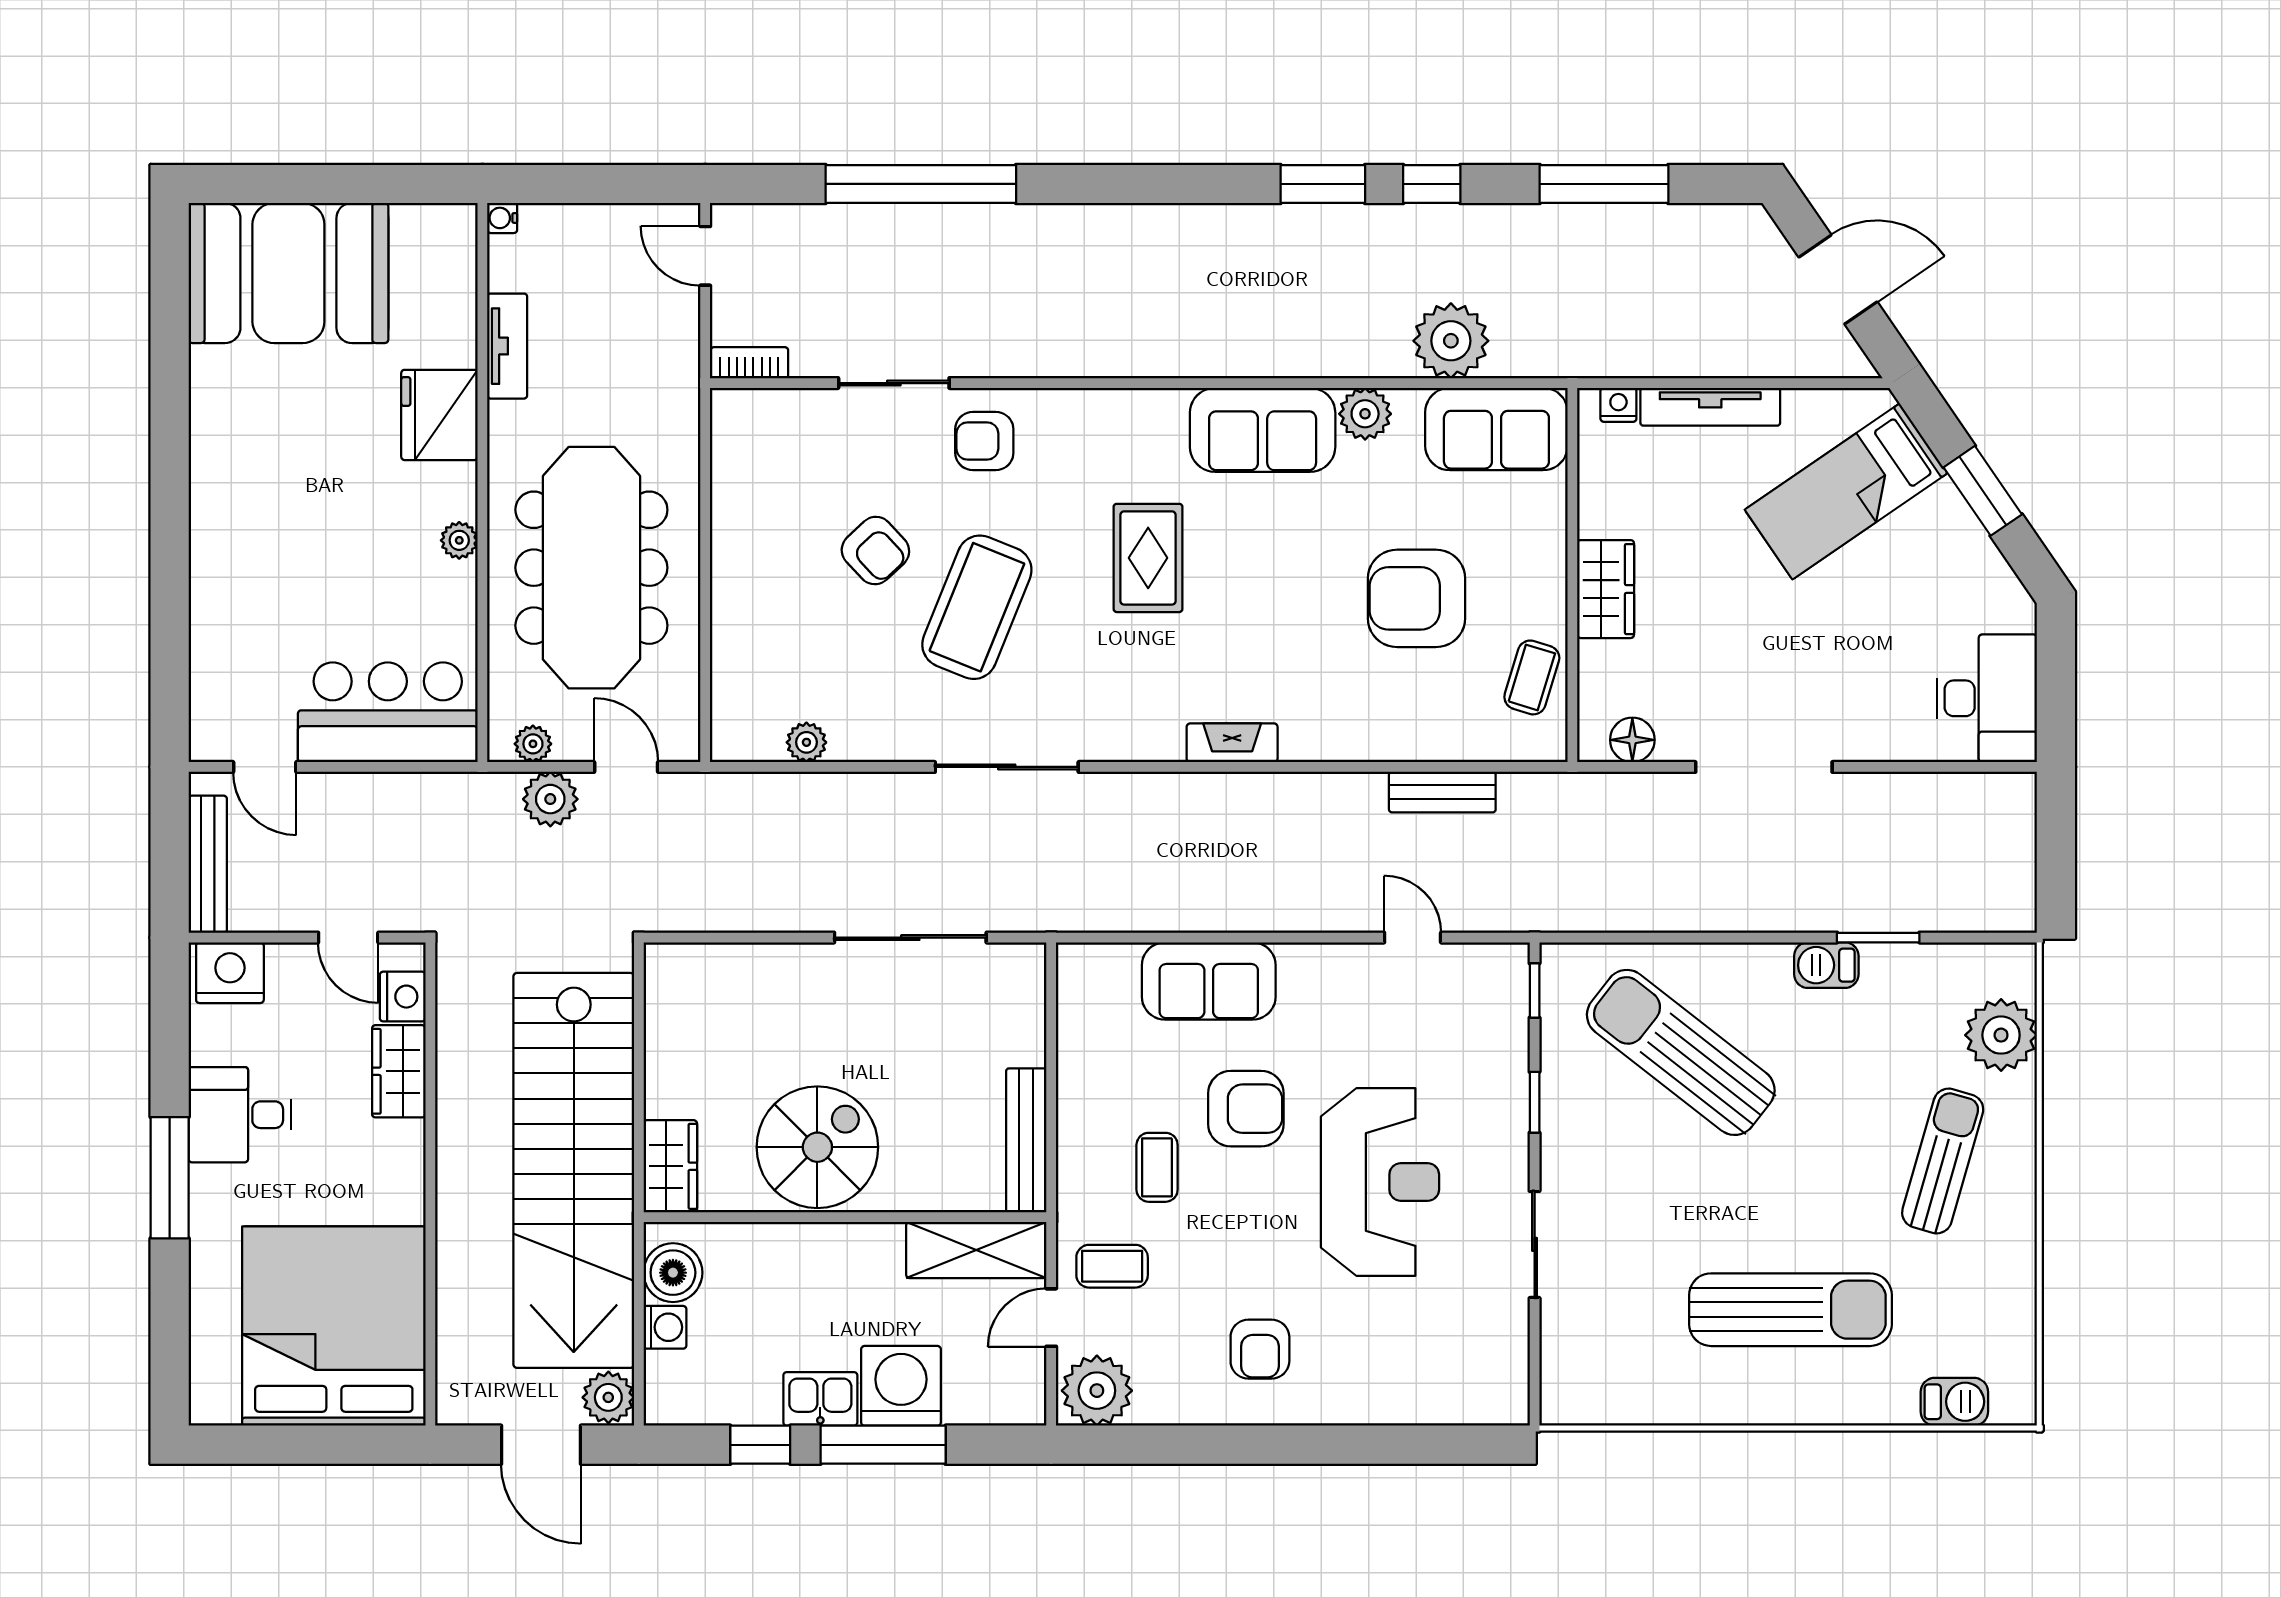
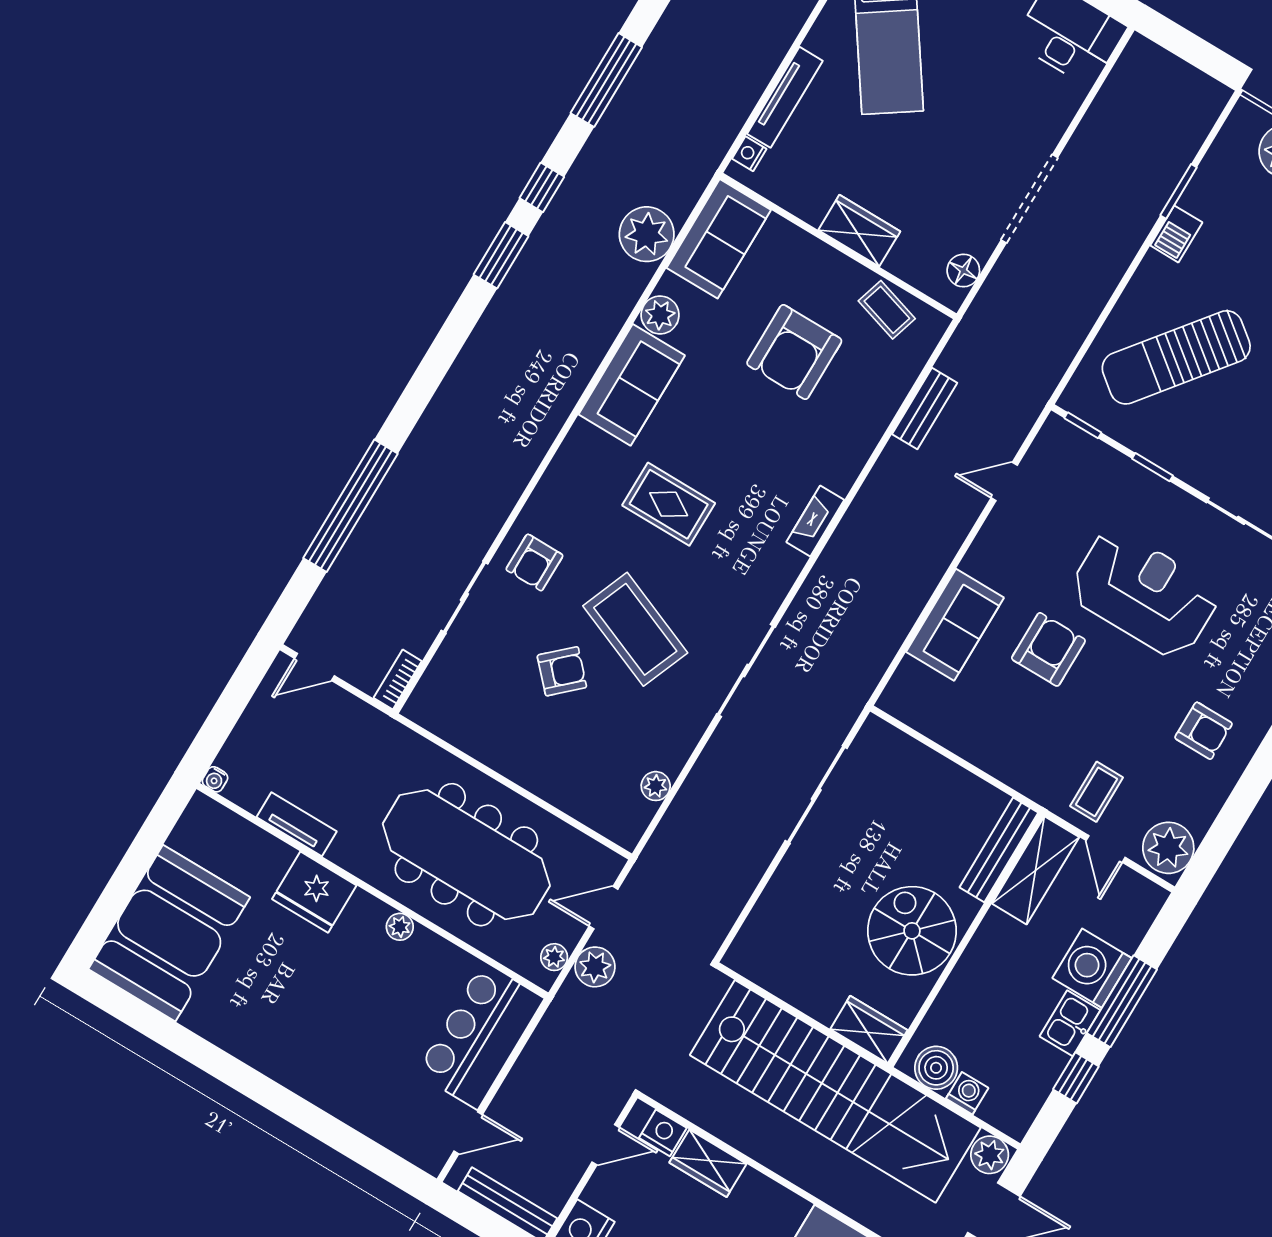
bench: (1026, 1140) -> (999, 850), moved, turned 90
coffee table: (1157, 1167) -> (1052, 727), removed

